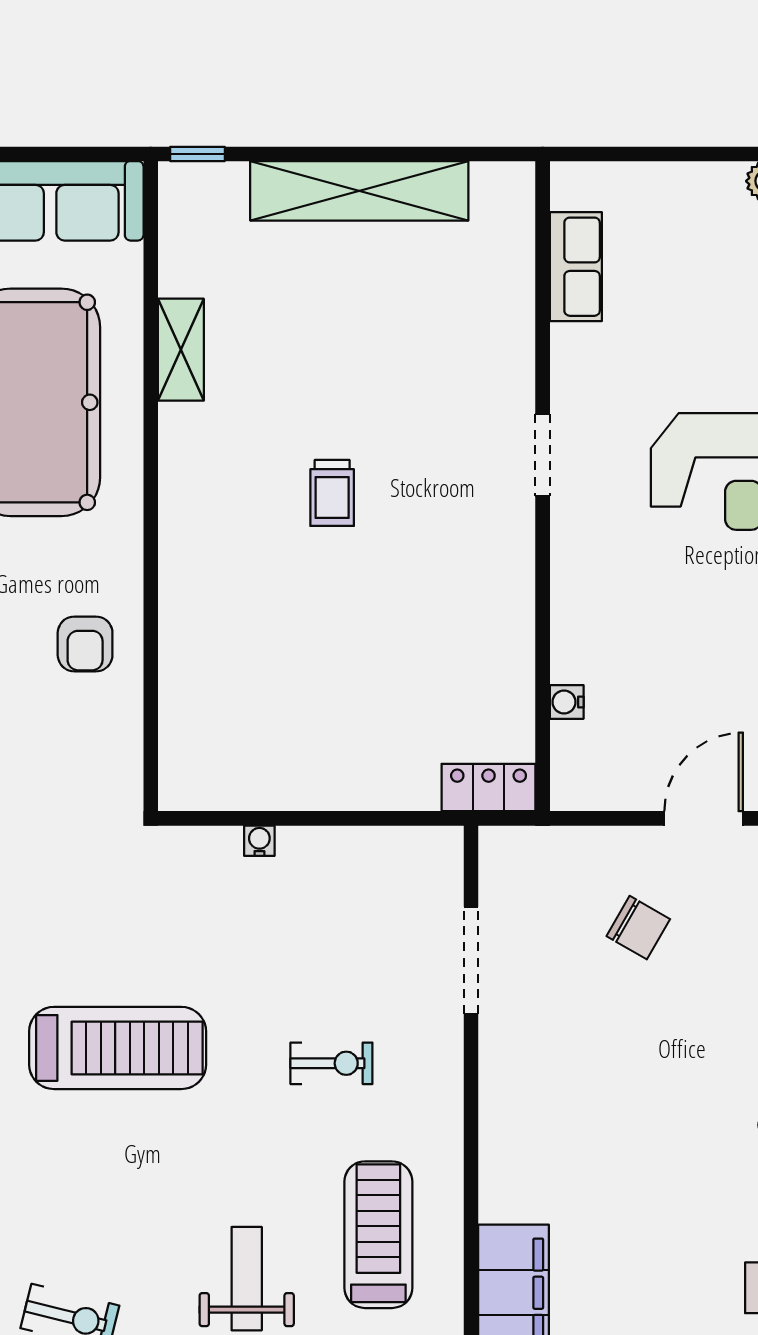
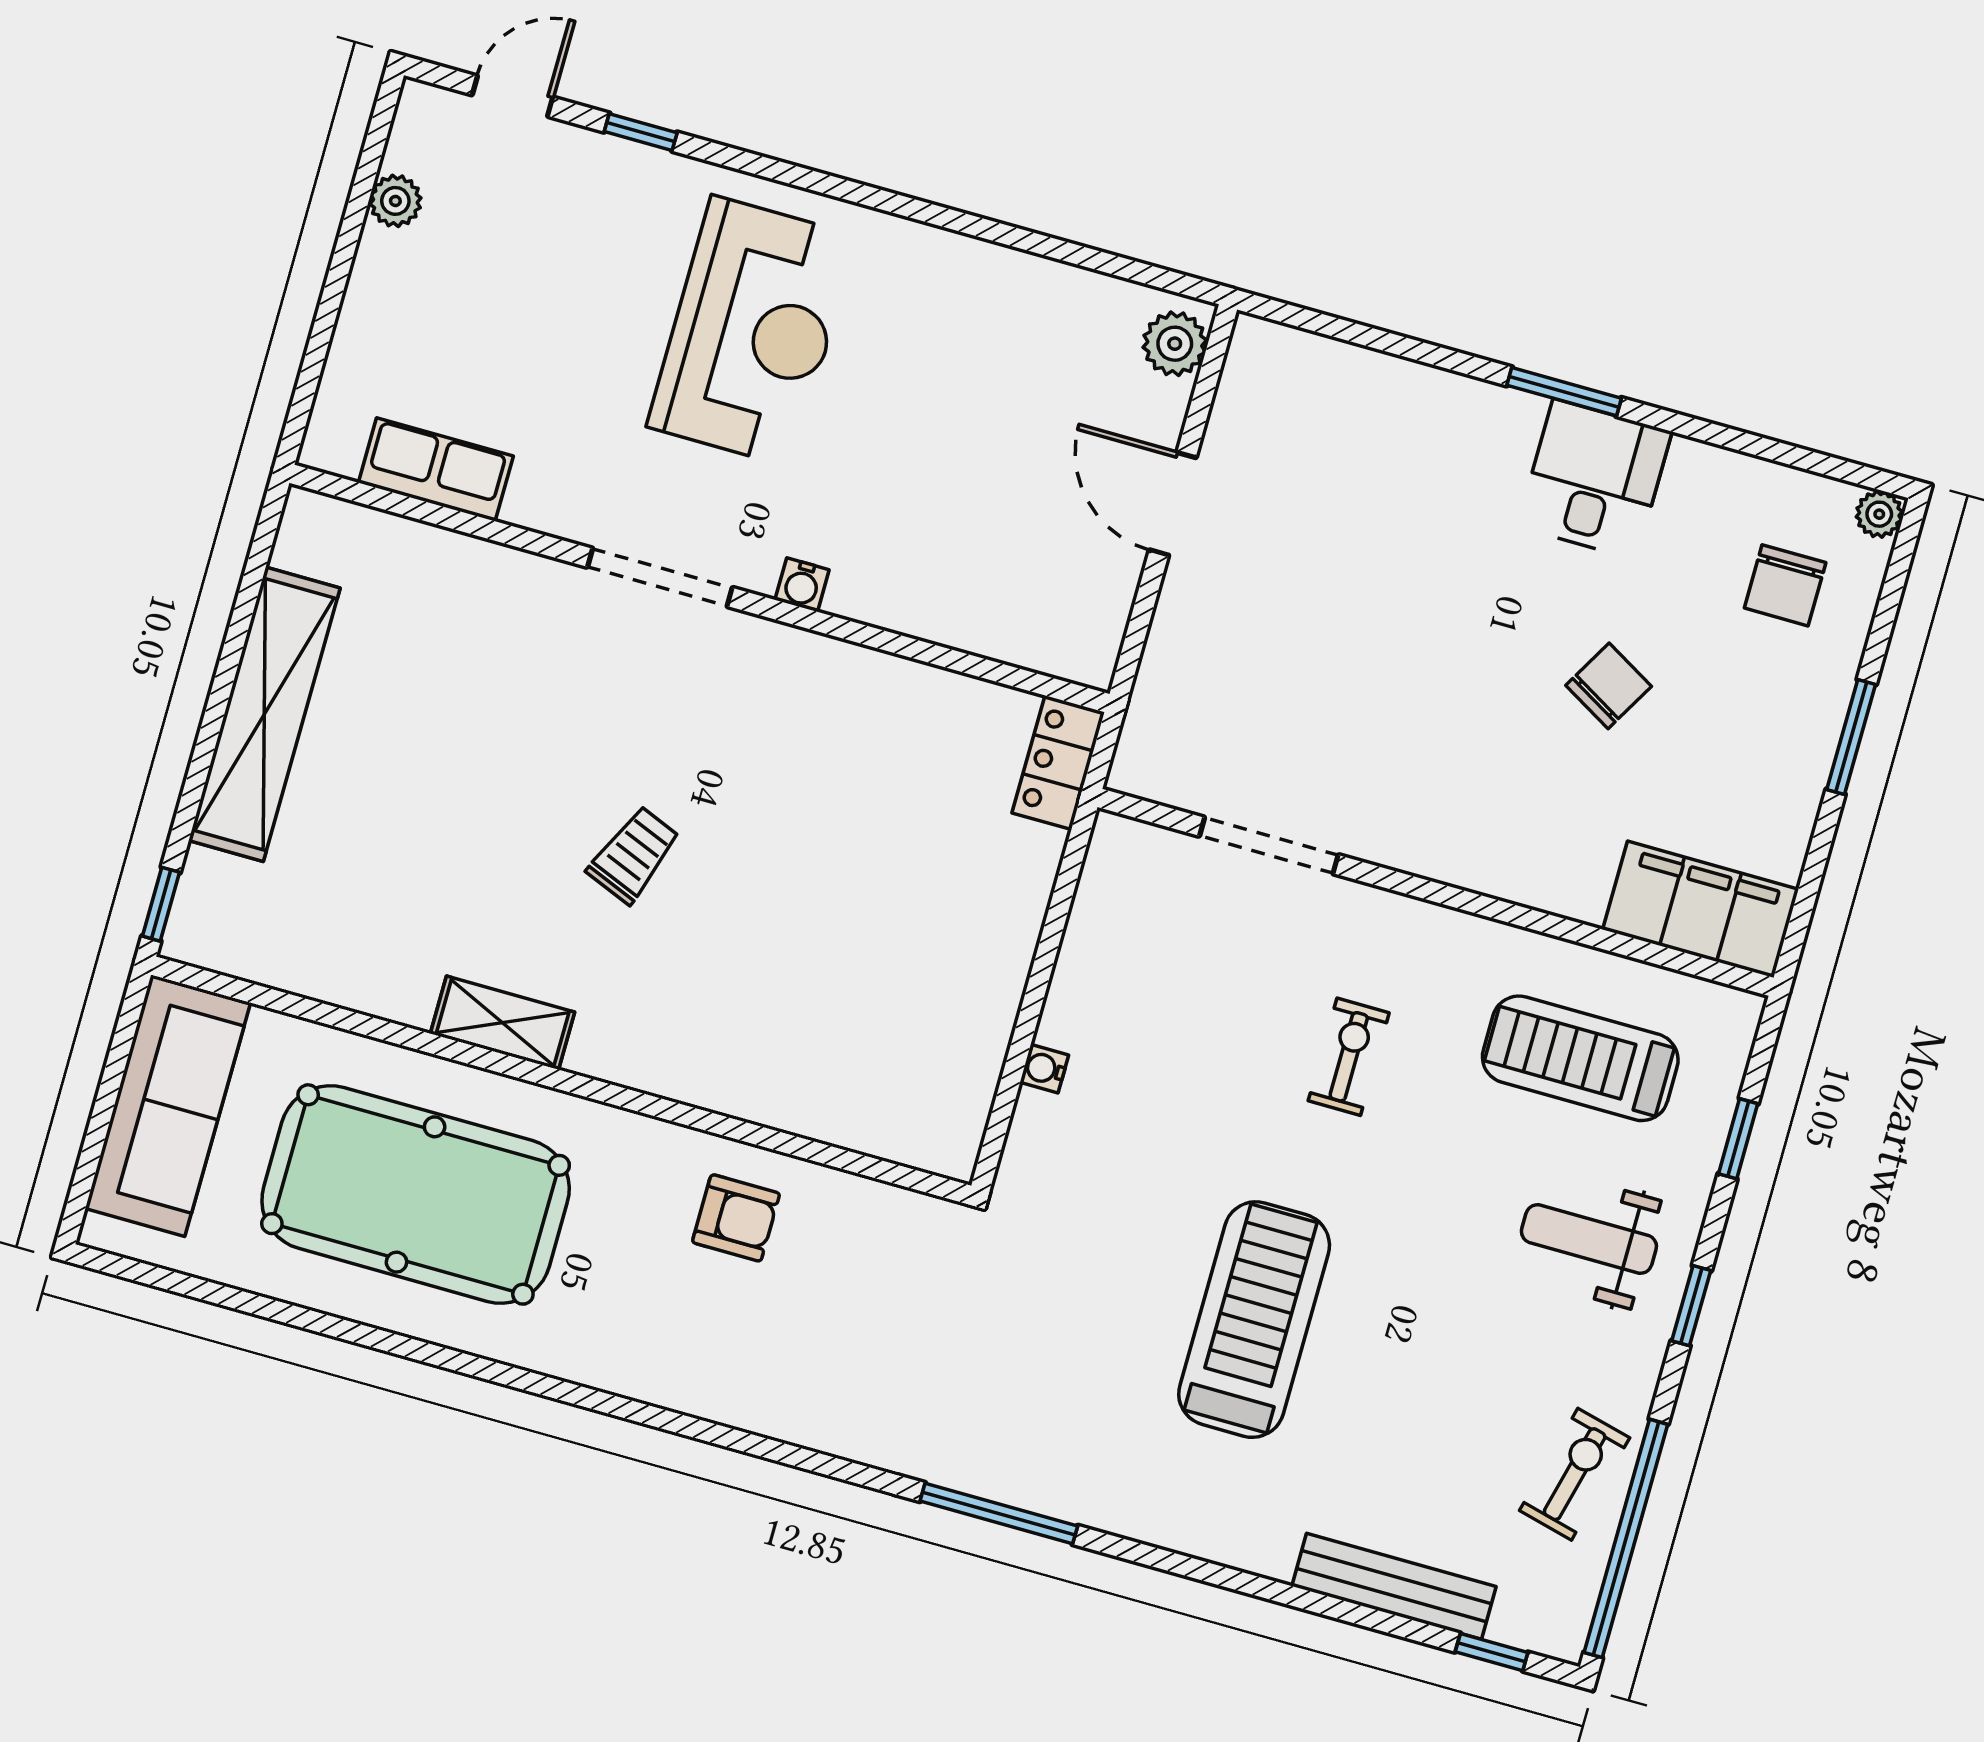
shelving: (181, 350) -> (503, 1023), moved
doorway: (543, 455) -> (660, 577), width x1.38
trolley: (332, 493) -> (634, 855), turned -68
water cooler: (567, 702) -> (802, 585), moved
chair: (638, 928) -> (1609, 686), moved

